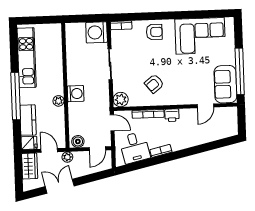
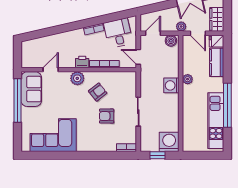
window: (88, 18) -> (157, 155), added
washing machine: (97, 32) -> (169, 142), moved, turned -90
armchair: (154, 32) -> (107, 116), moved
window: (16, 96) -> (227, 105), moved
plant: (121, 100) -> (77, 78), moved

